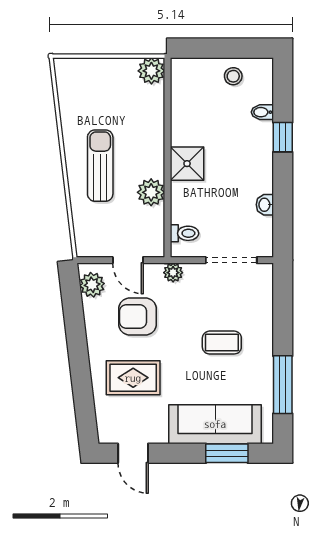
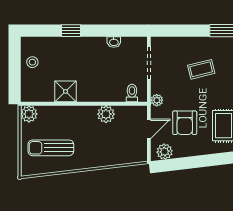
bidet: (262, 112) -> (55, 44), removed
shower: (187, 164) -> (66, 91), moved
sun lounger: (100, 166) -> (51, 148), moved
coffee table: (222, 343) -> (201, 69), turned 76

